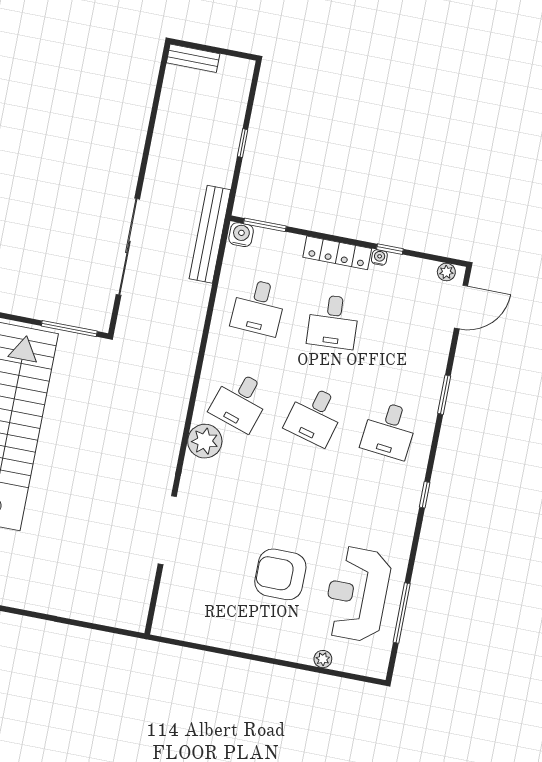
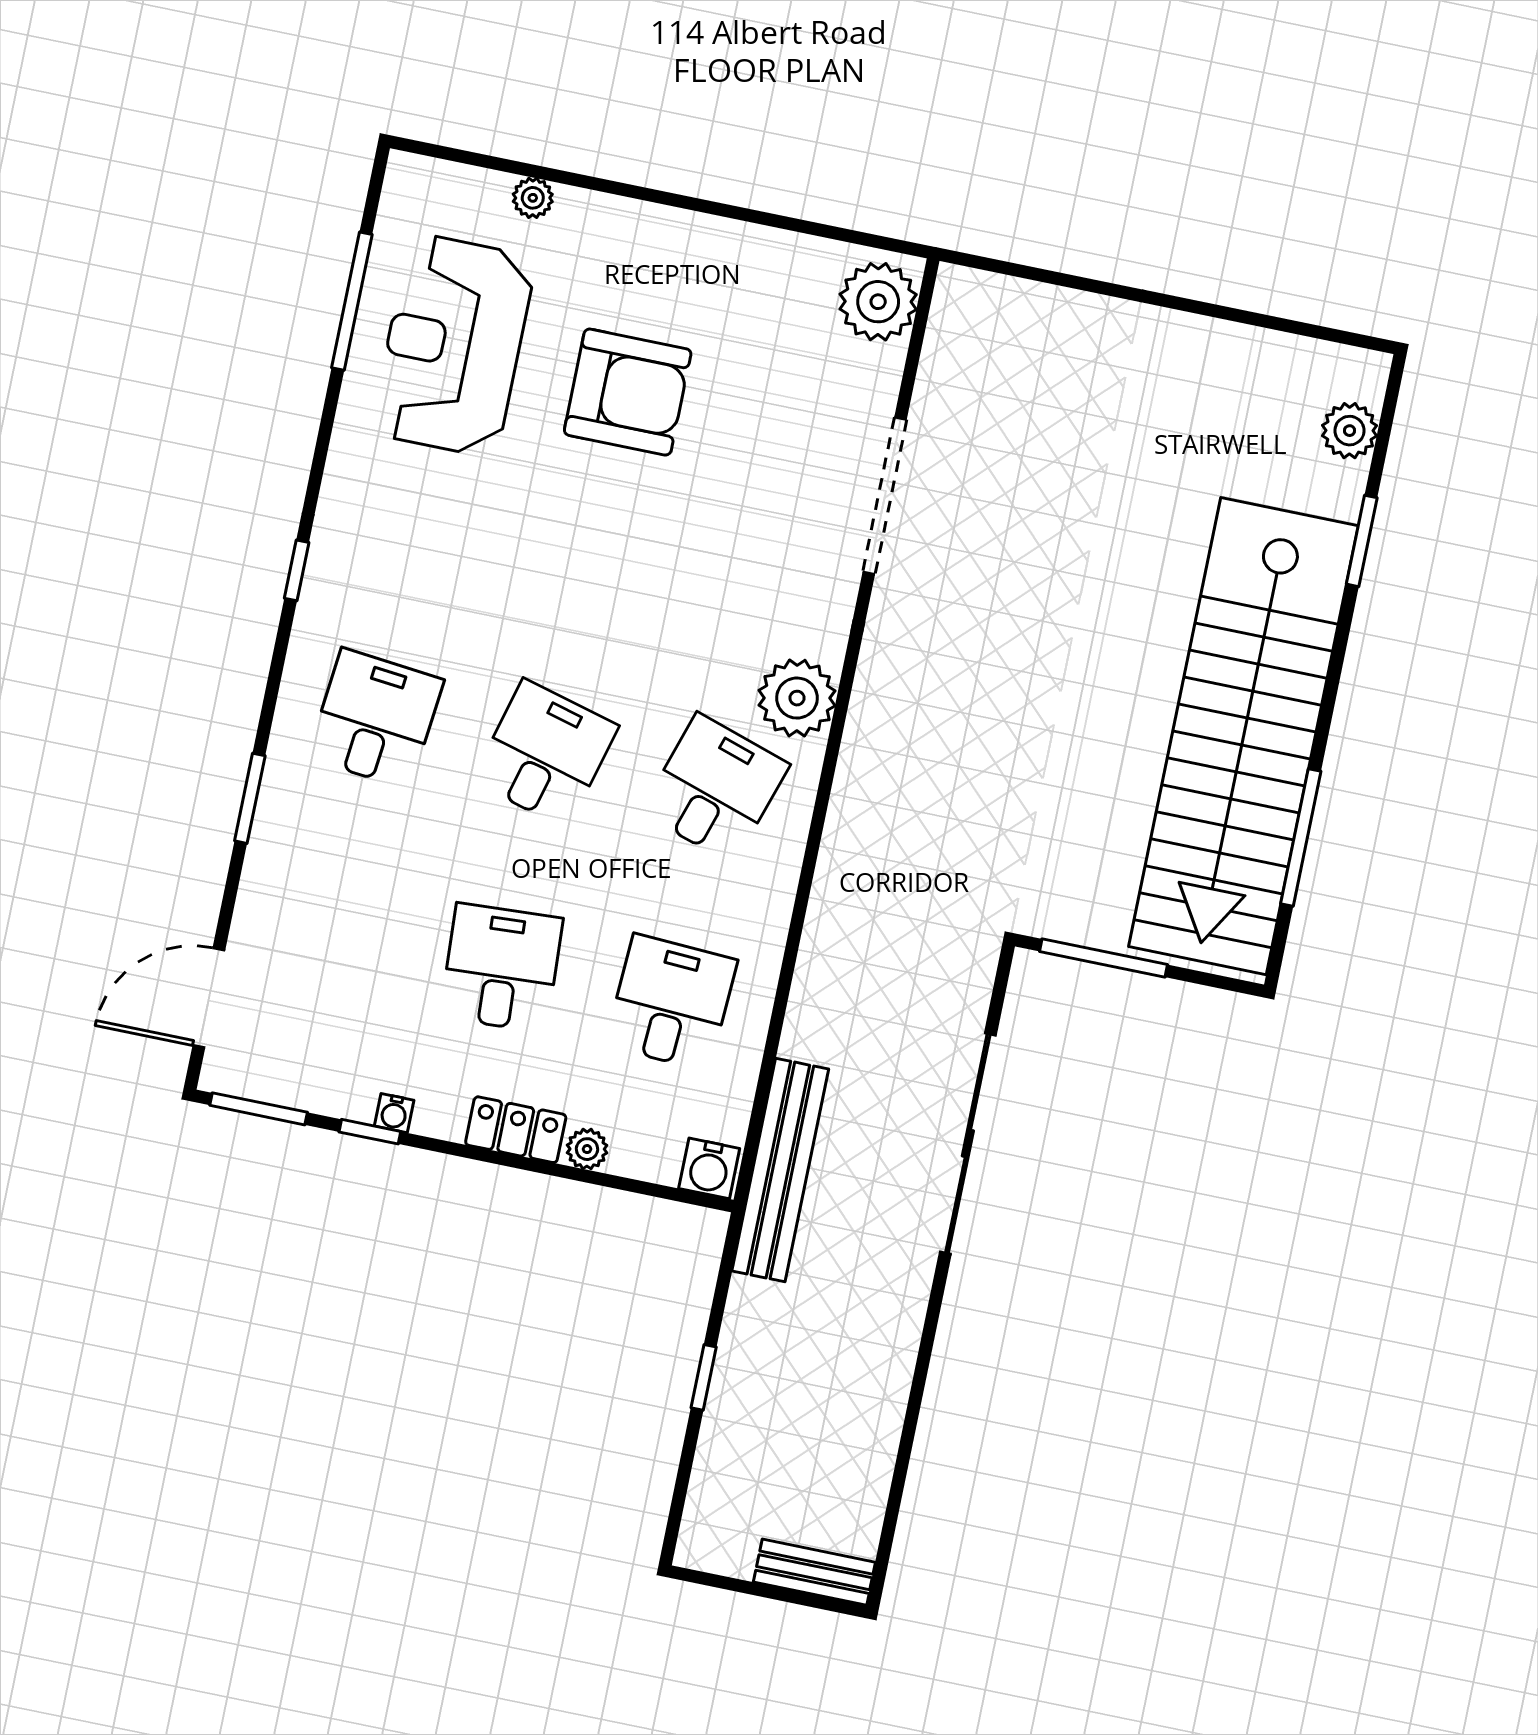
window: (265, 225) -> (259, 1109), moved
locker: (337, 253) -> (516, 1130), width x0.66
plant: (446, 272) -> (587, 1149), moved
reception desk: (357, 594) -> (453, 345), turned 180
plant: (171, 615) -> (878, 302), added

